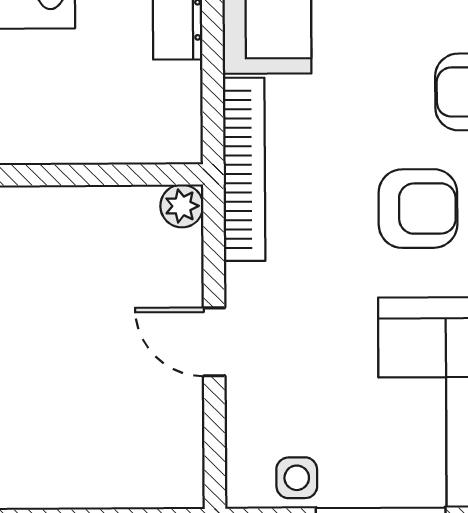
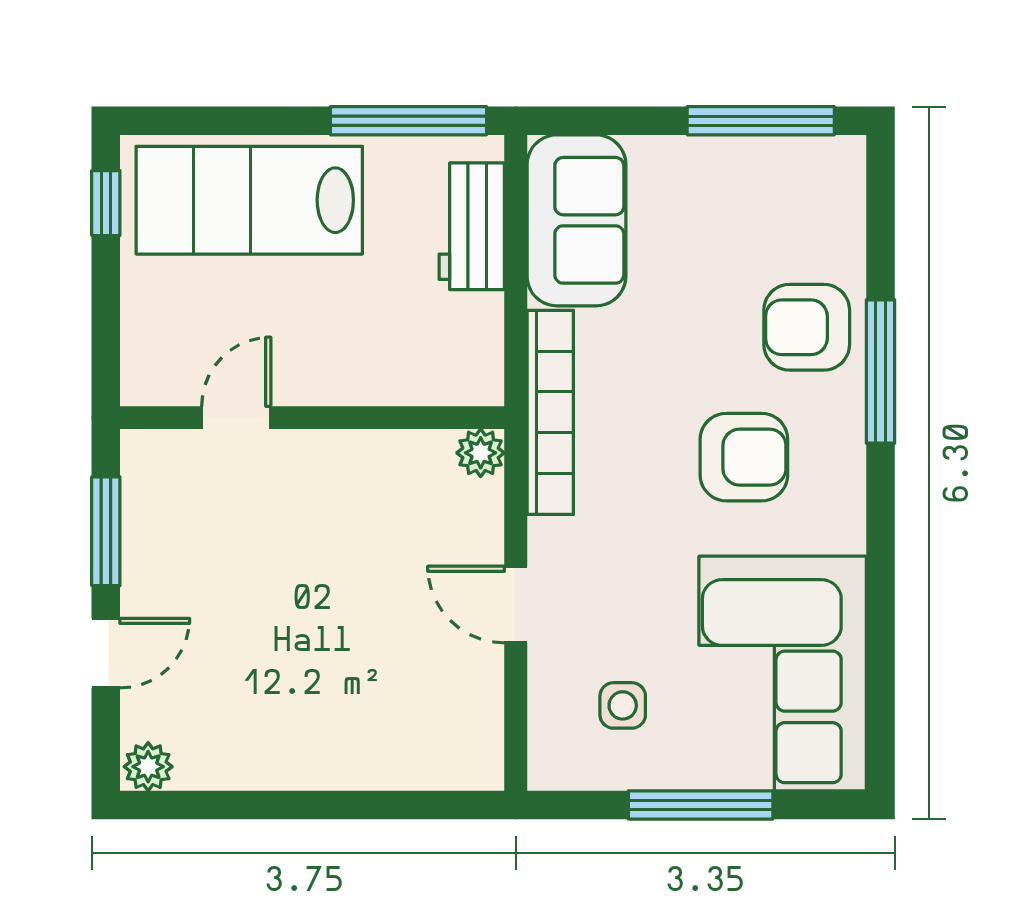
side table: (297, 478) -> (623, 705), moved

